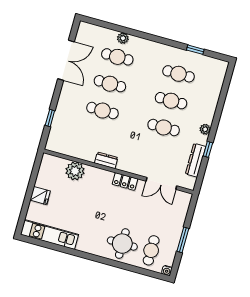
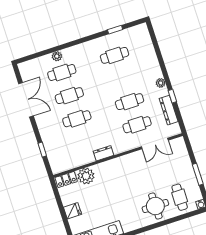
cafe table: (171, 101) -> (137, 125), moved
locker: (125, 181) -> (66, 179), moved

